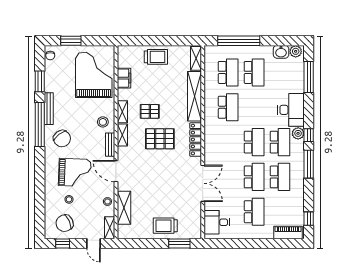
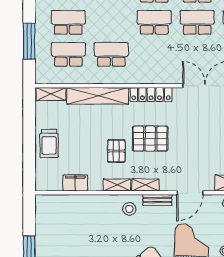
window: (239, 41) -> (29, 41), width x0.68
trolley: (156, 57) -> (49, 143), turned 180
grand piano: (94, 75) -> (71, 220), removed
pallet: (160, 139) -> (150, 139), turned 90

